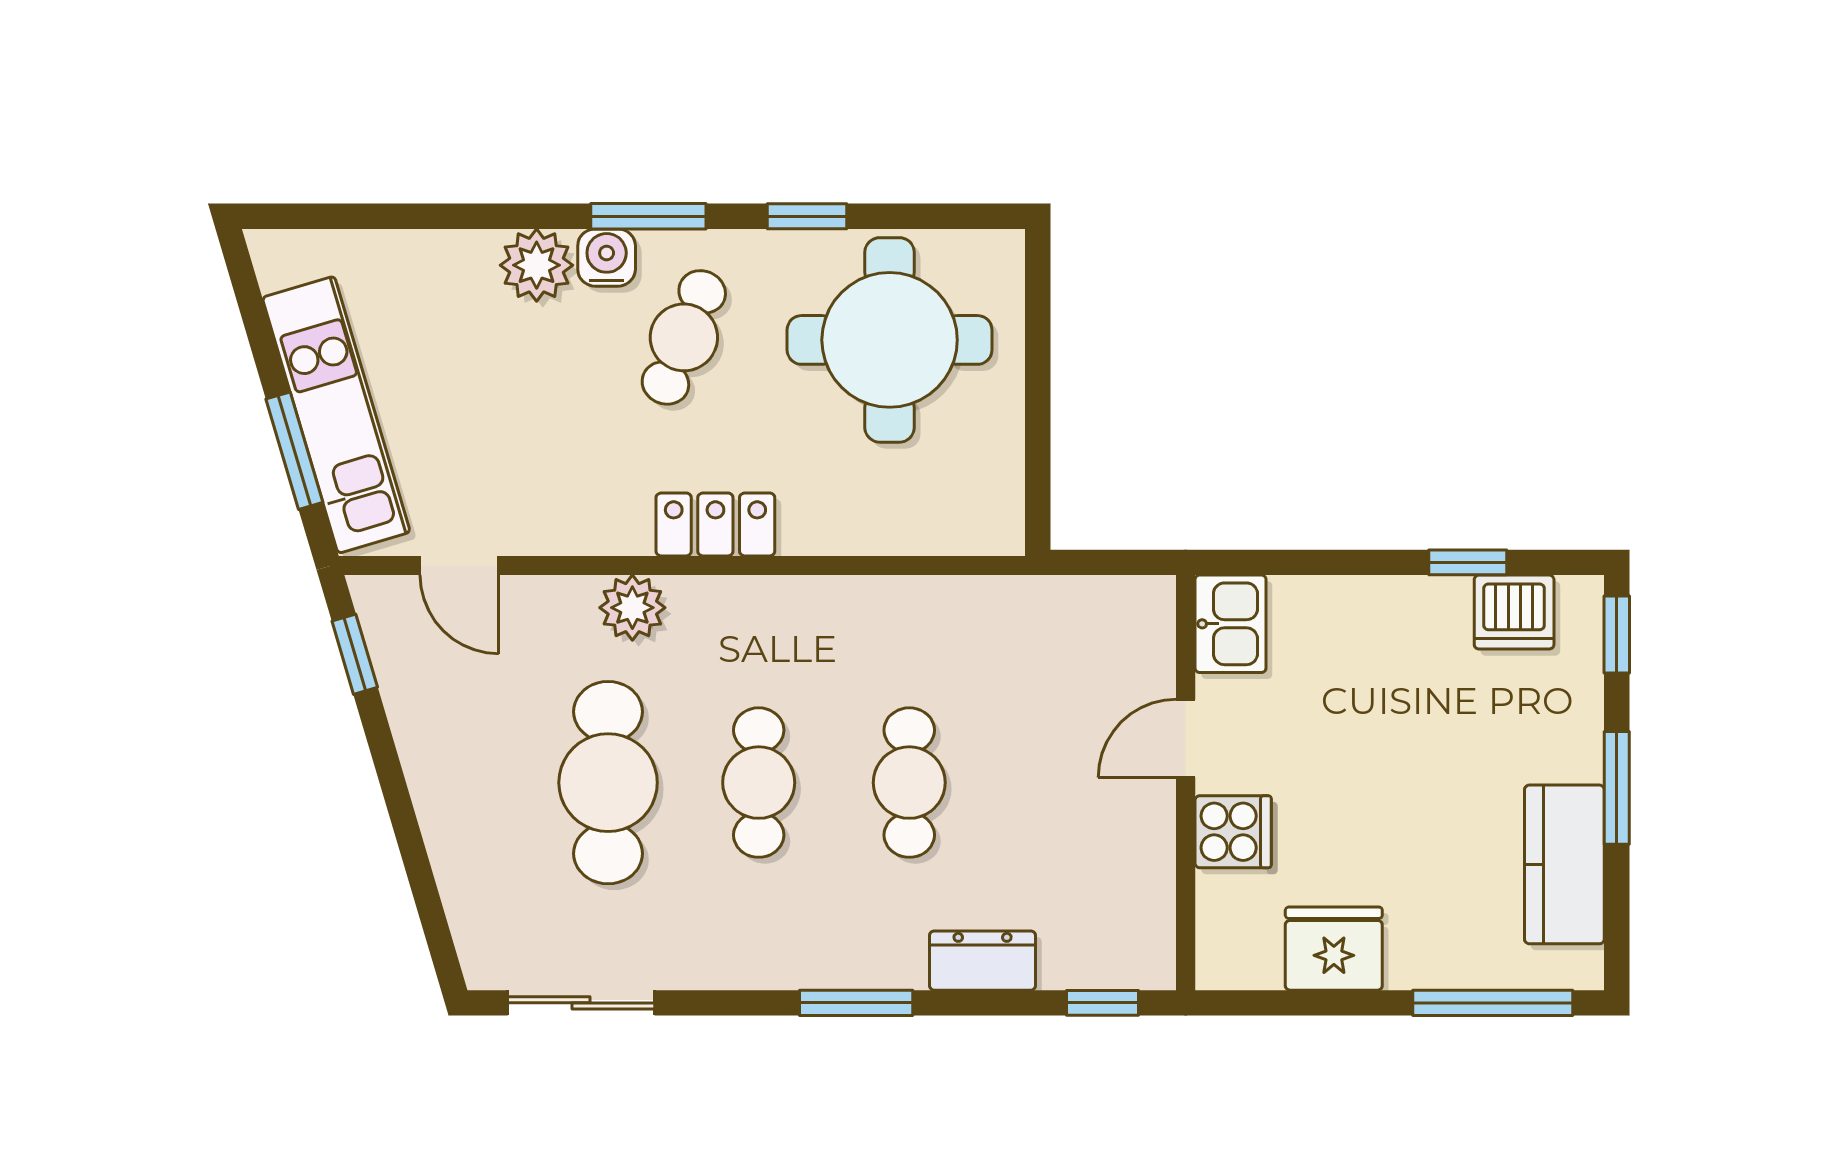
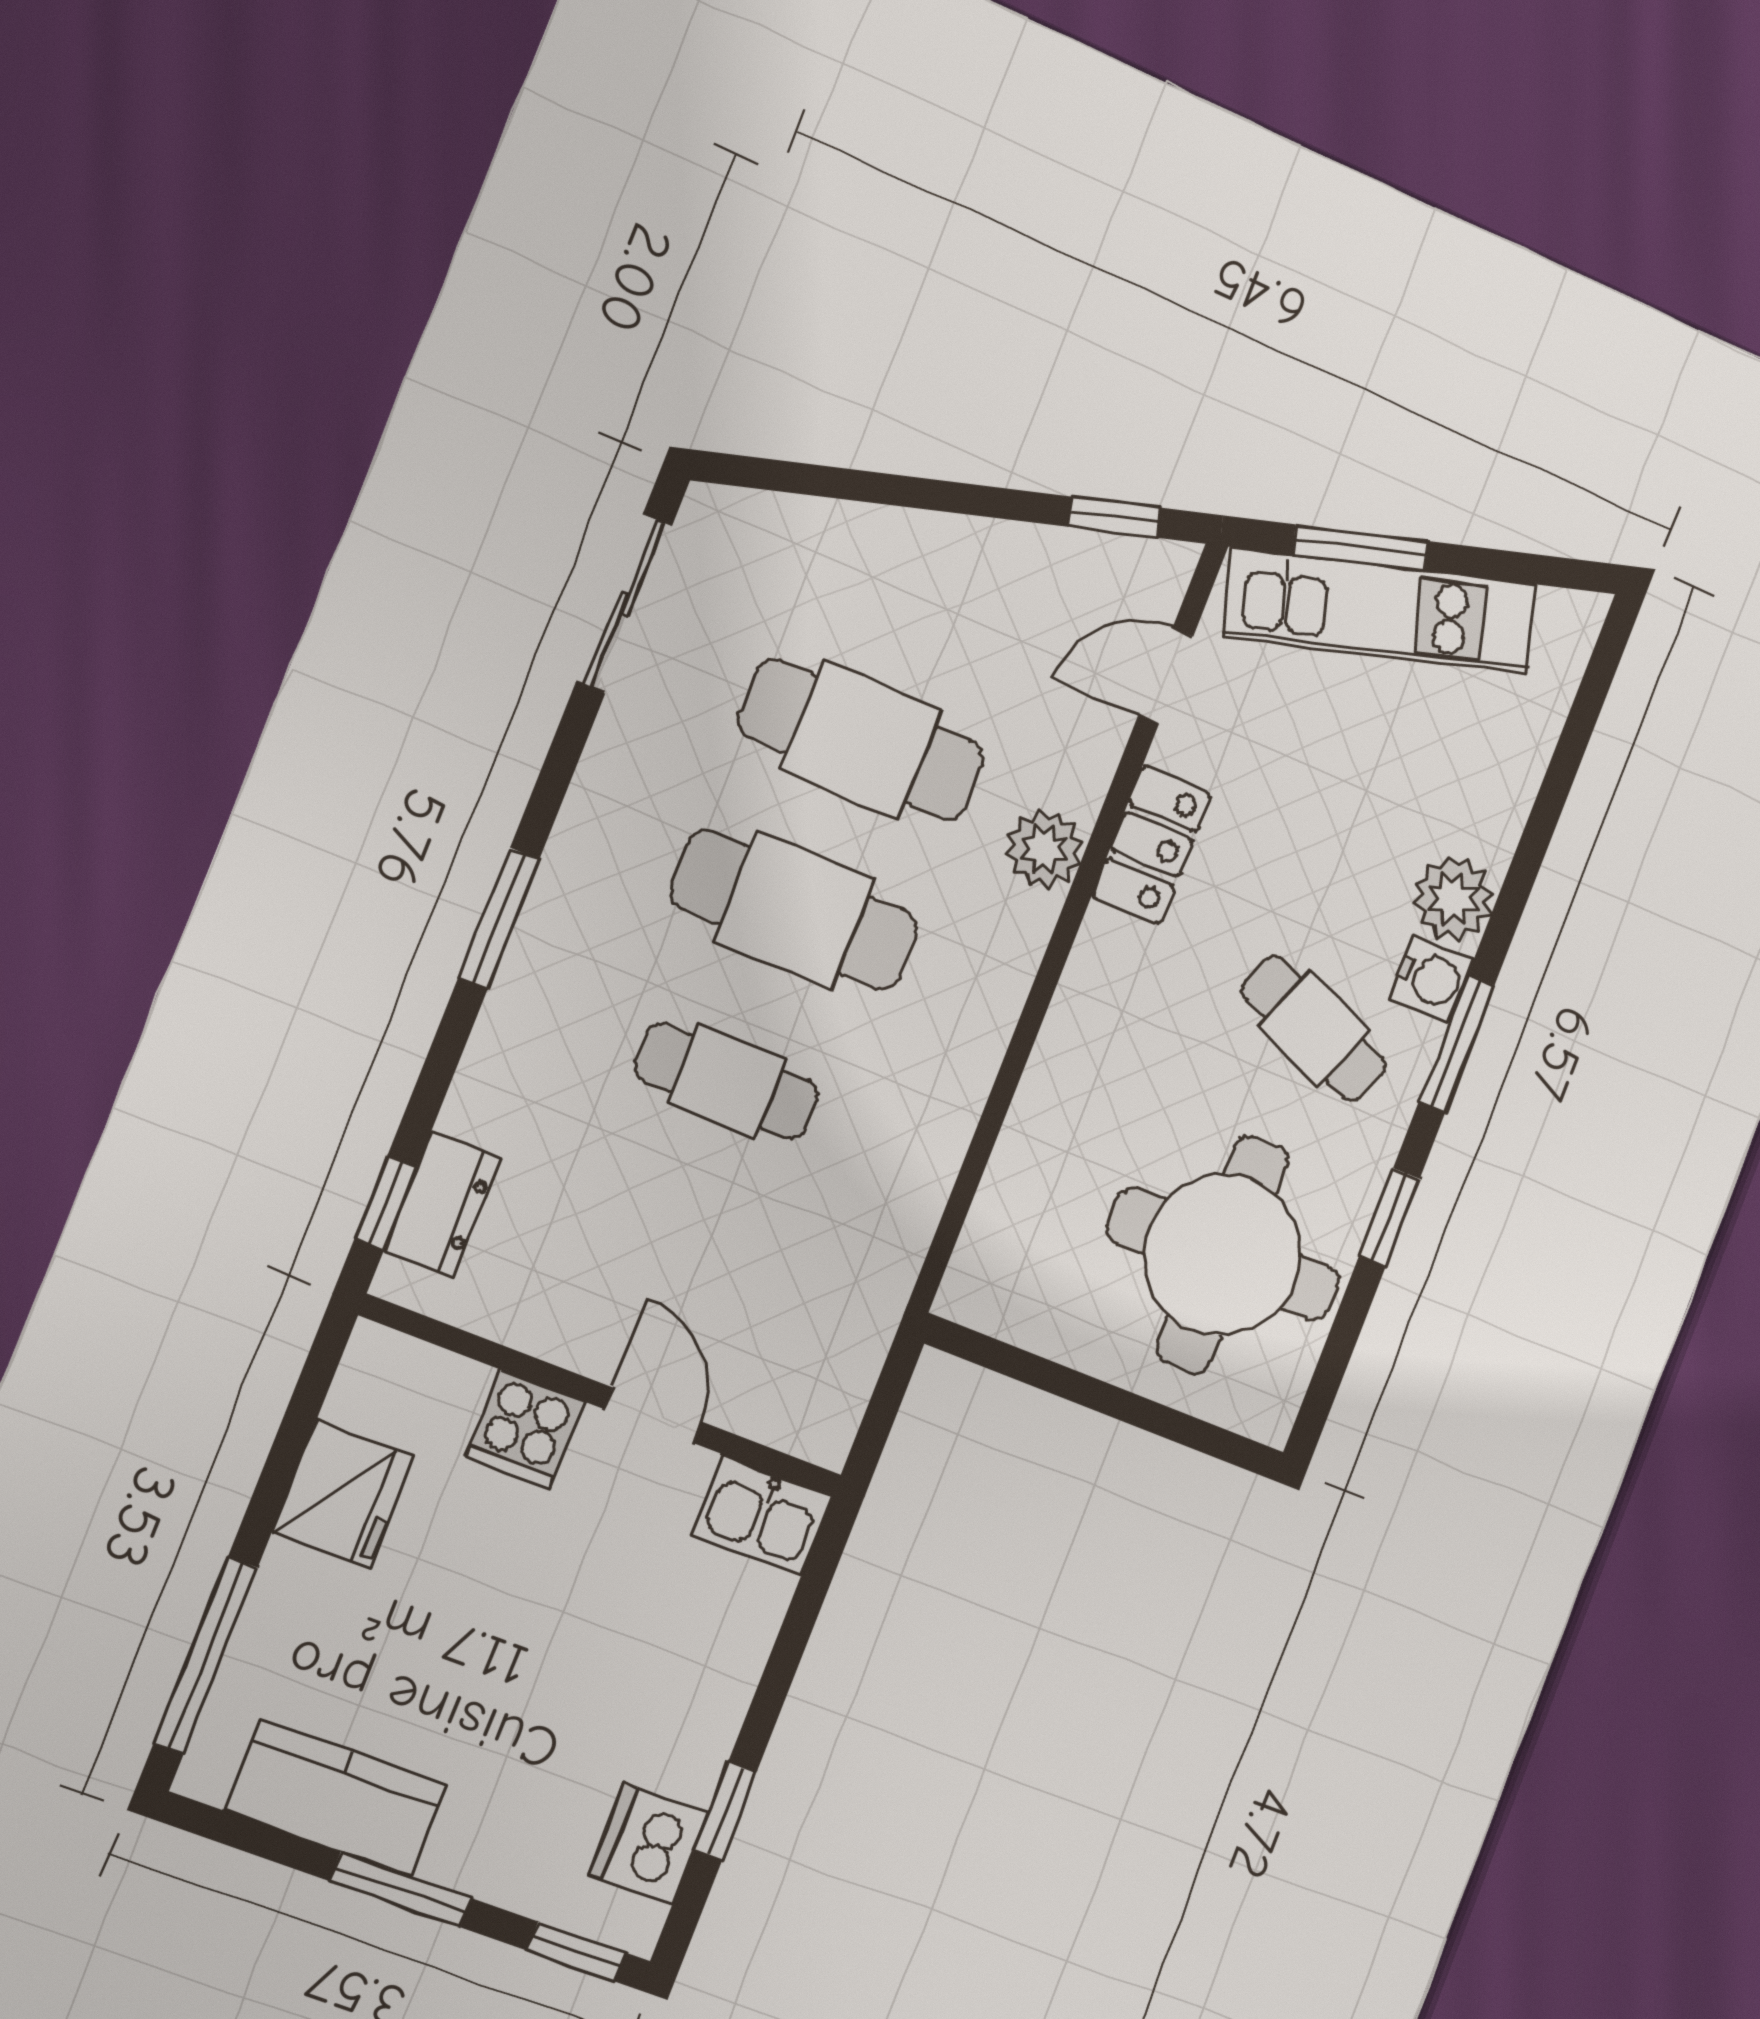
locker: (715, 524) -> (1152, 845), moved
cafe table: (759, 783) -> (794, 910), width x1.37, depth x1.35
dresser: (983, 961) -> (442, 1204), moved

